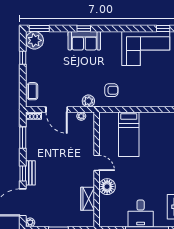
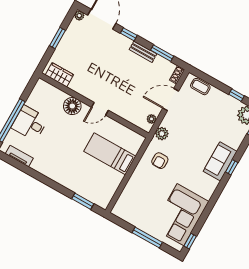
bench: (30, 173) -> (143, 52), moved
wardrobe: (88, 199) -> (59, 75), moved

